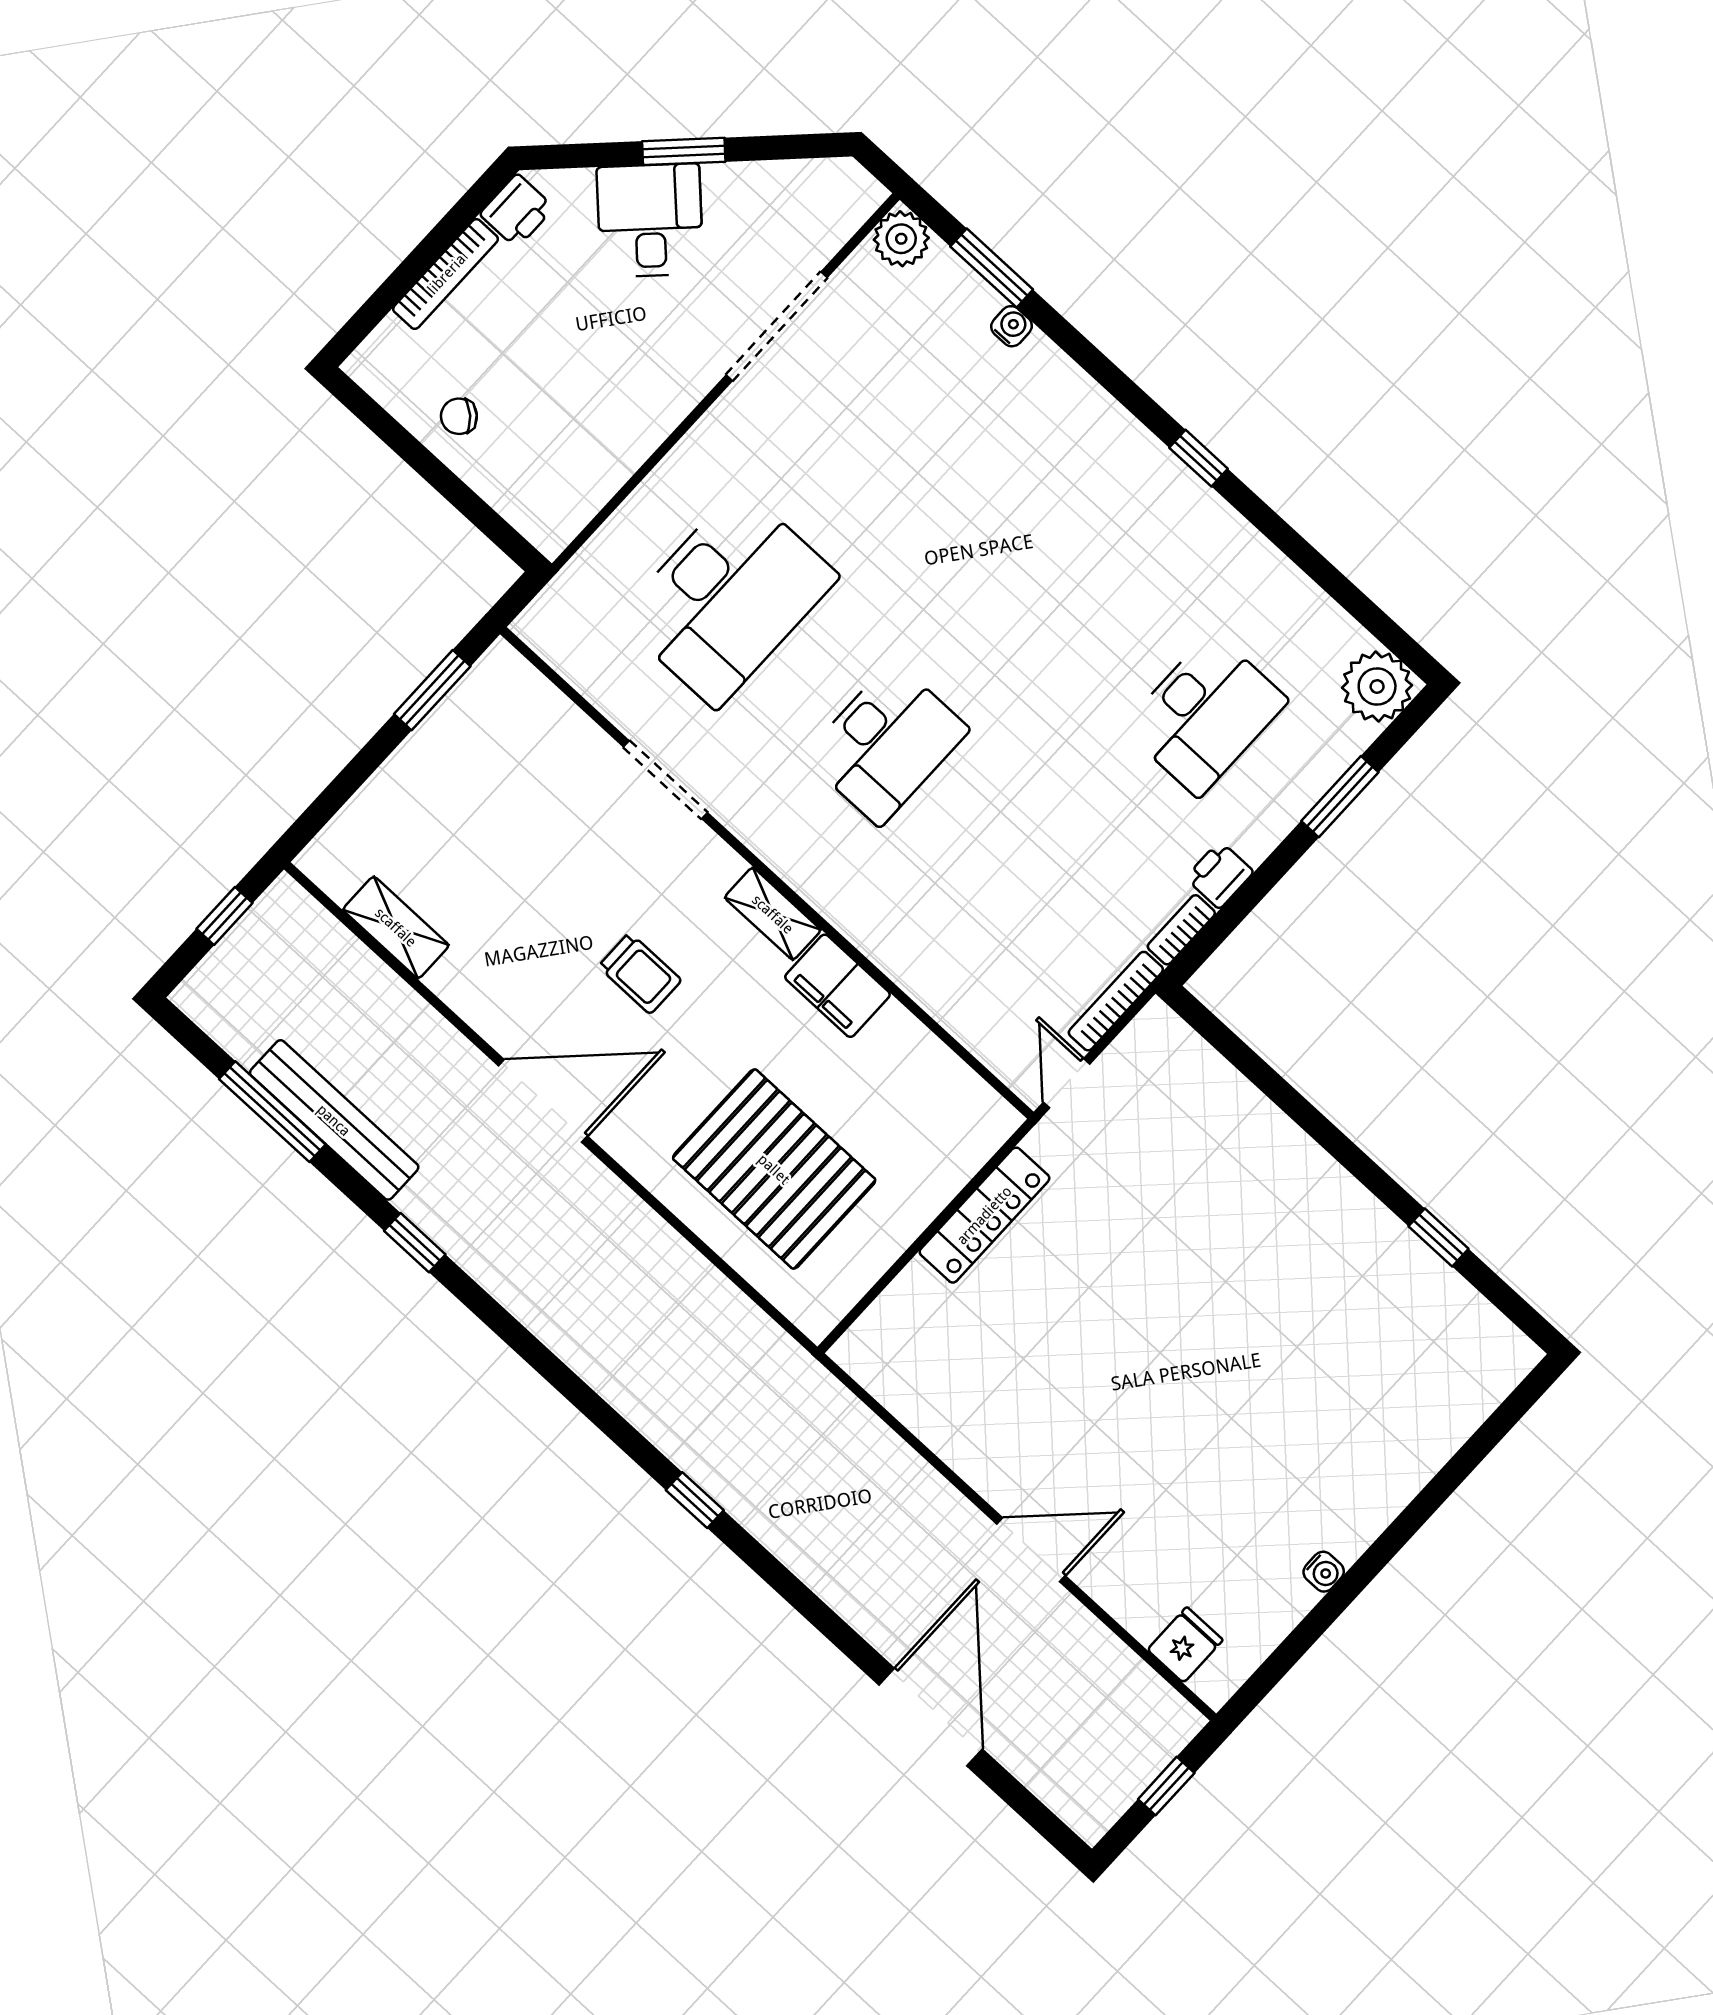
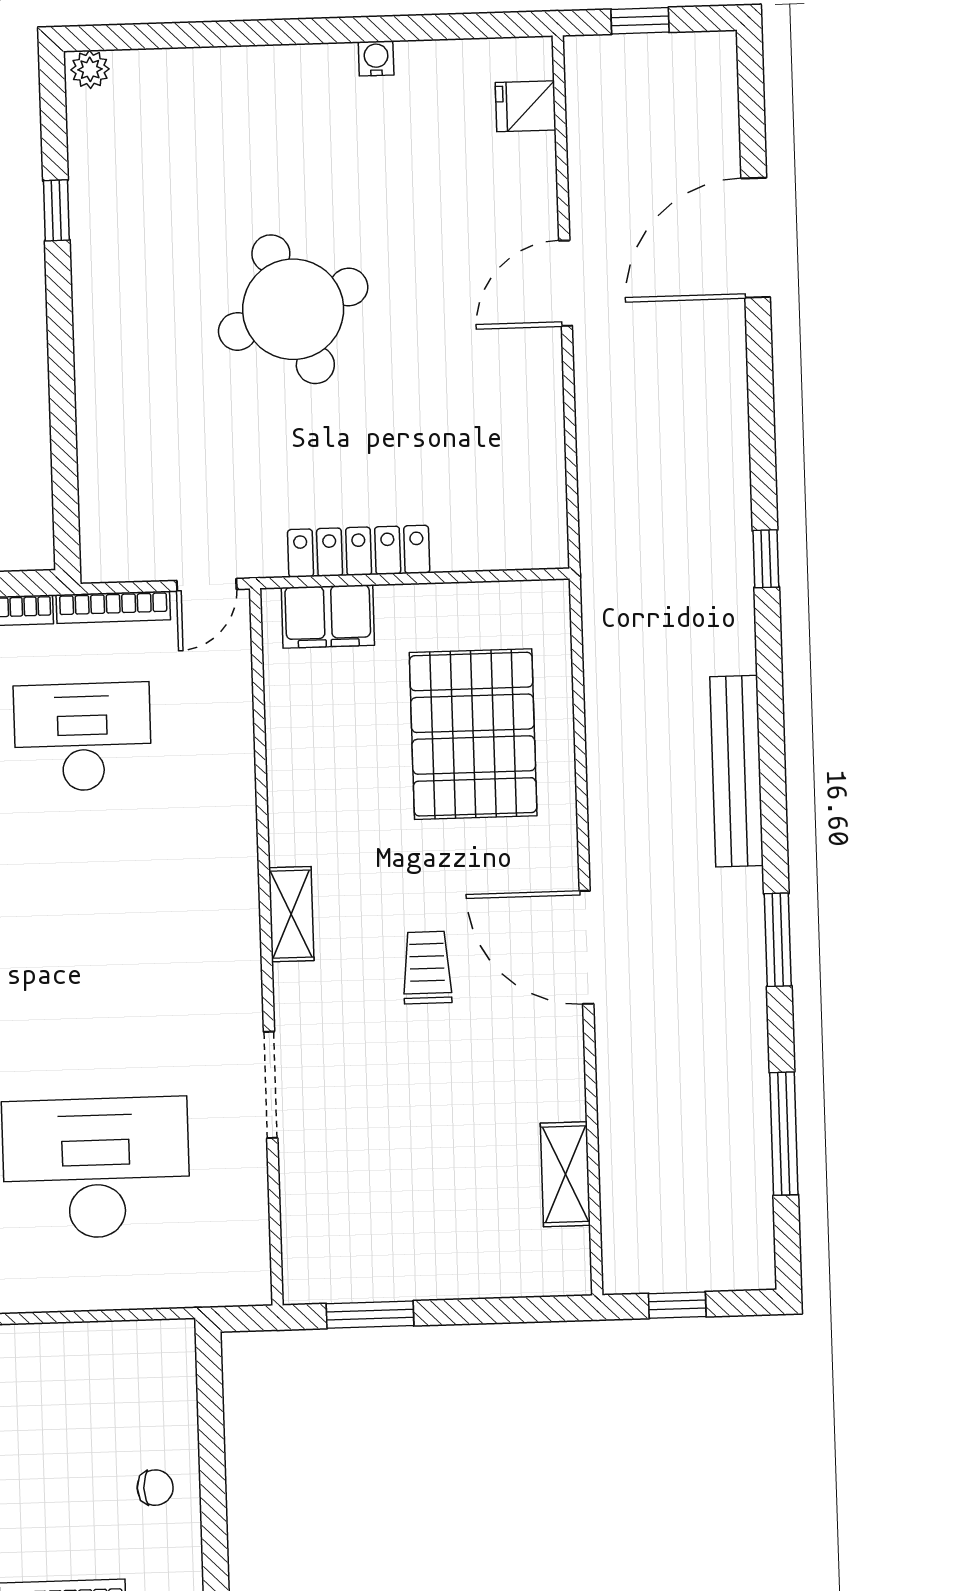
chair: (459, 416) -> (155, 1488), turned -44
desk: (886, 743) -> (83, 737), moved
filing cabinet: (837, 986) -> (328, 616), moved, turned 90
bench: (334, 1120) -> (737, 771), moved
window: (415, 1243) -> (778, 940), width x1.50
round table: (1203, 1337) -> (293, 309), added
plant: (1516, 1360) -> (90, 69), added
door: (1031, 1550) -> (566, 283), hinge flipped

